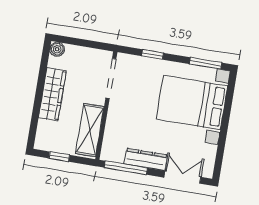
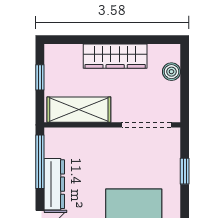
boiler: (57, 49) -> (171, 72), moved

